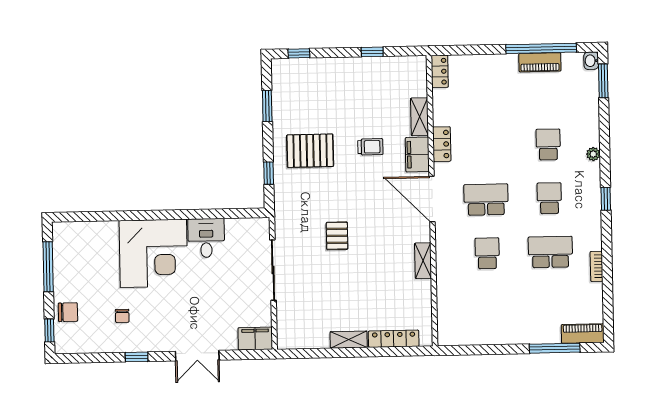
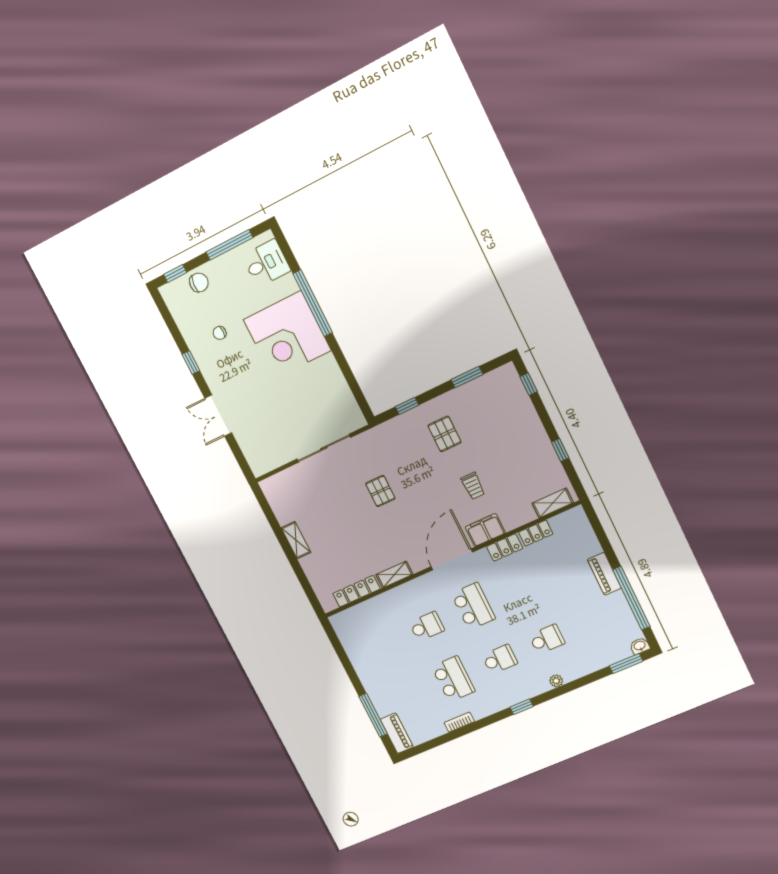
piano: (540, 62) -> (604, 574), moved
locker: (440, 71) -> (536, 533), moved
shelving: (420, 117) -> (553, 503), moved
pallet: (310, 151) -> (445, 434), width x0.67, depth x0.71
window: (136, 215) -> (313, 303), added
pallet: (337, 236) -> (380, 491), turned 90
desk: (206, 238) -> (266, 263), moved
chair: (68, 312) -> (199, 282), turned -85
filing cabinet: (255, 339) -> (258, 459), removed
locker: (394, 339) -> (356, 591), moved, turned -90

